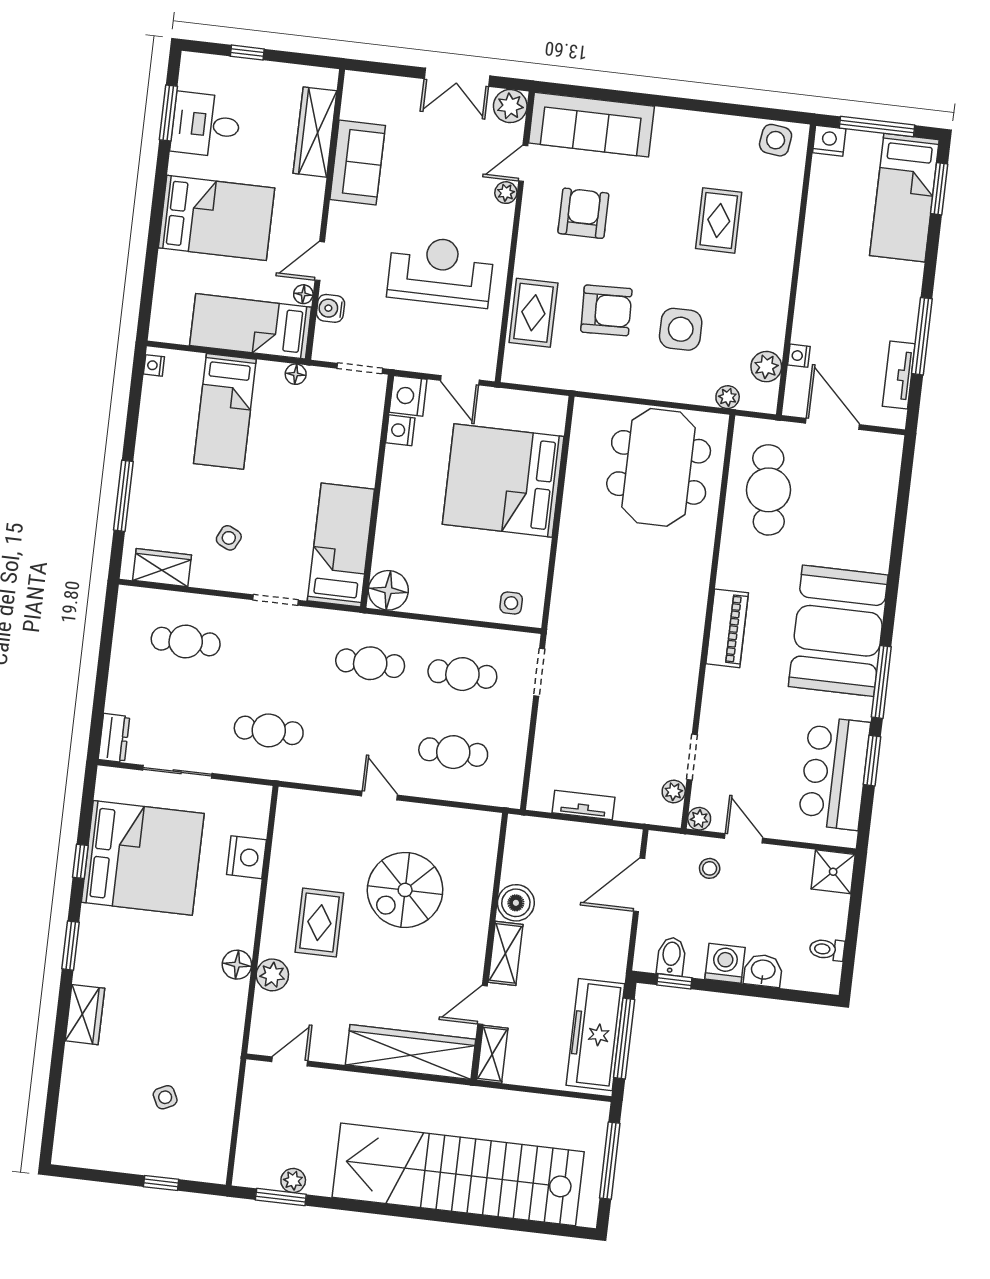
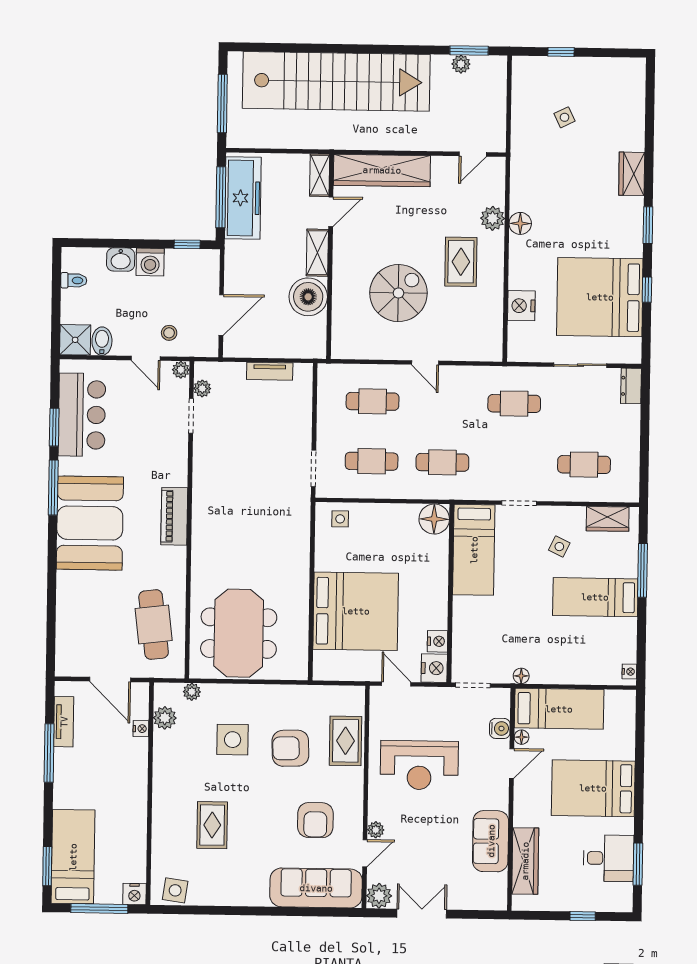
bed: (225, 411) -> (595, 597), moved, turned -90
boiler: (516, 903) -> (308, 297), width x1.37, depth x1.37
bidet: (671, 956) -> (102, 341), moved, turned 180

